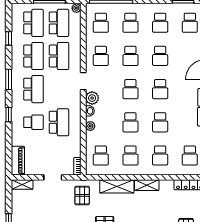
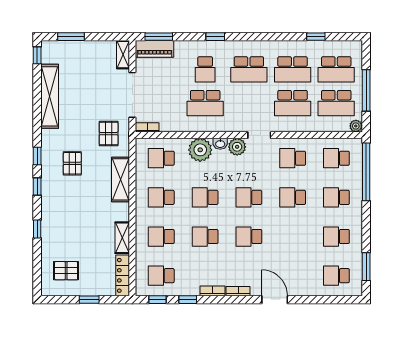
school desk: (160, 56) -> (293, 237), removed
window: (9, 79) -> (159, 37), moved
plant: (90, 126) -> (200, 150), width x1.88, depth x1.88
doorway: (53, 177) -> (132, 95), width x1.87
shelving: (147, 185) -> (122, 238), moved
pallet: (82, 195) -> (109, 134), turned 90

